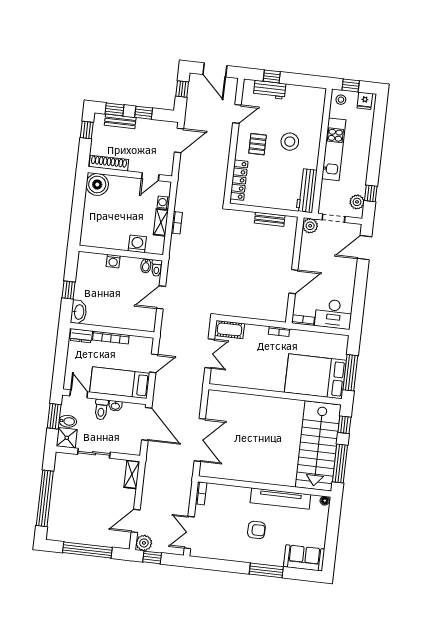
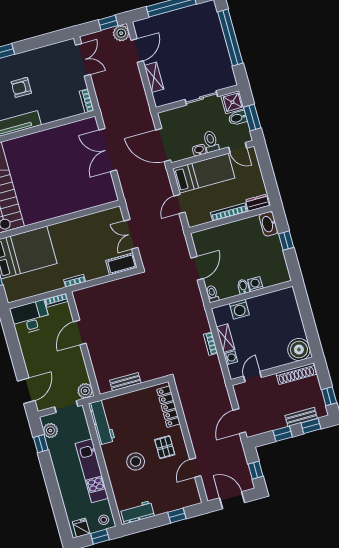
workbench: (270, 90) -> (137, 512), moved
bidet: (146, 266) -> (243, 287), moved
shelving: (132, 474) -> (154, 77), moved

